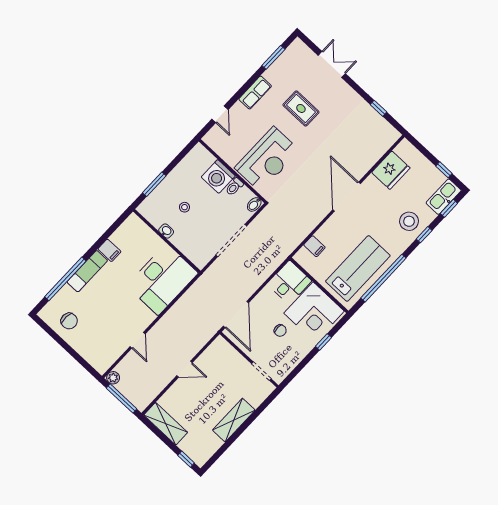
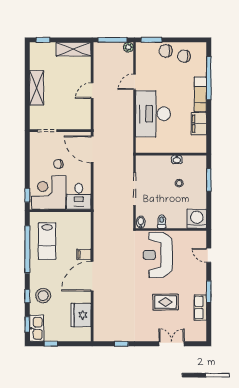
window: (273, 57) -> (209, 292), moved
double door: (332, 64) -> (172, 344), swing flipped
row of seats: (255, 93) -> (200, 308), moved
washing machine: (218, 176) -> (197, 219), moved
door: (347, 197) -> (92, 276), swing flipped
filing cabinet: (314, 246) -> (84, 254), moved
filing cabinet: (109, 250) -> (199, 124), width x2.00
lab bench: (358, 268) -> (47, 241), width x0.73, depth x0.72
desk: (162, 279) -> (153, 114), moved
door: (138, 340) -> (135, 82), hinge flipped
chair: (82, 342) -> (166, 51), added
window: (323, 342) -> (27, 195), moved
window: (85, 364) -> (152, 40), added

